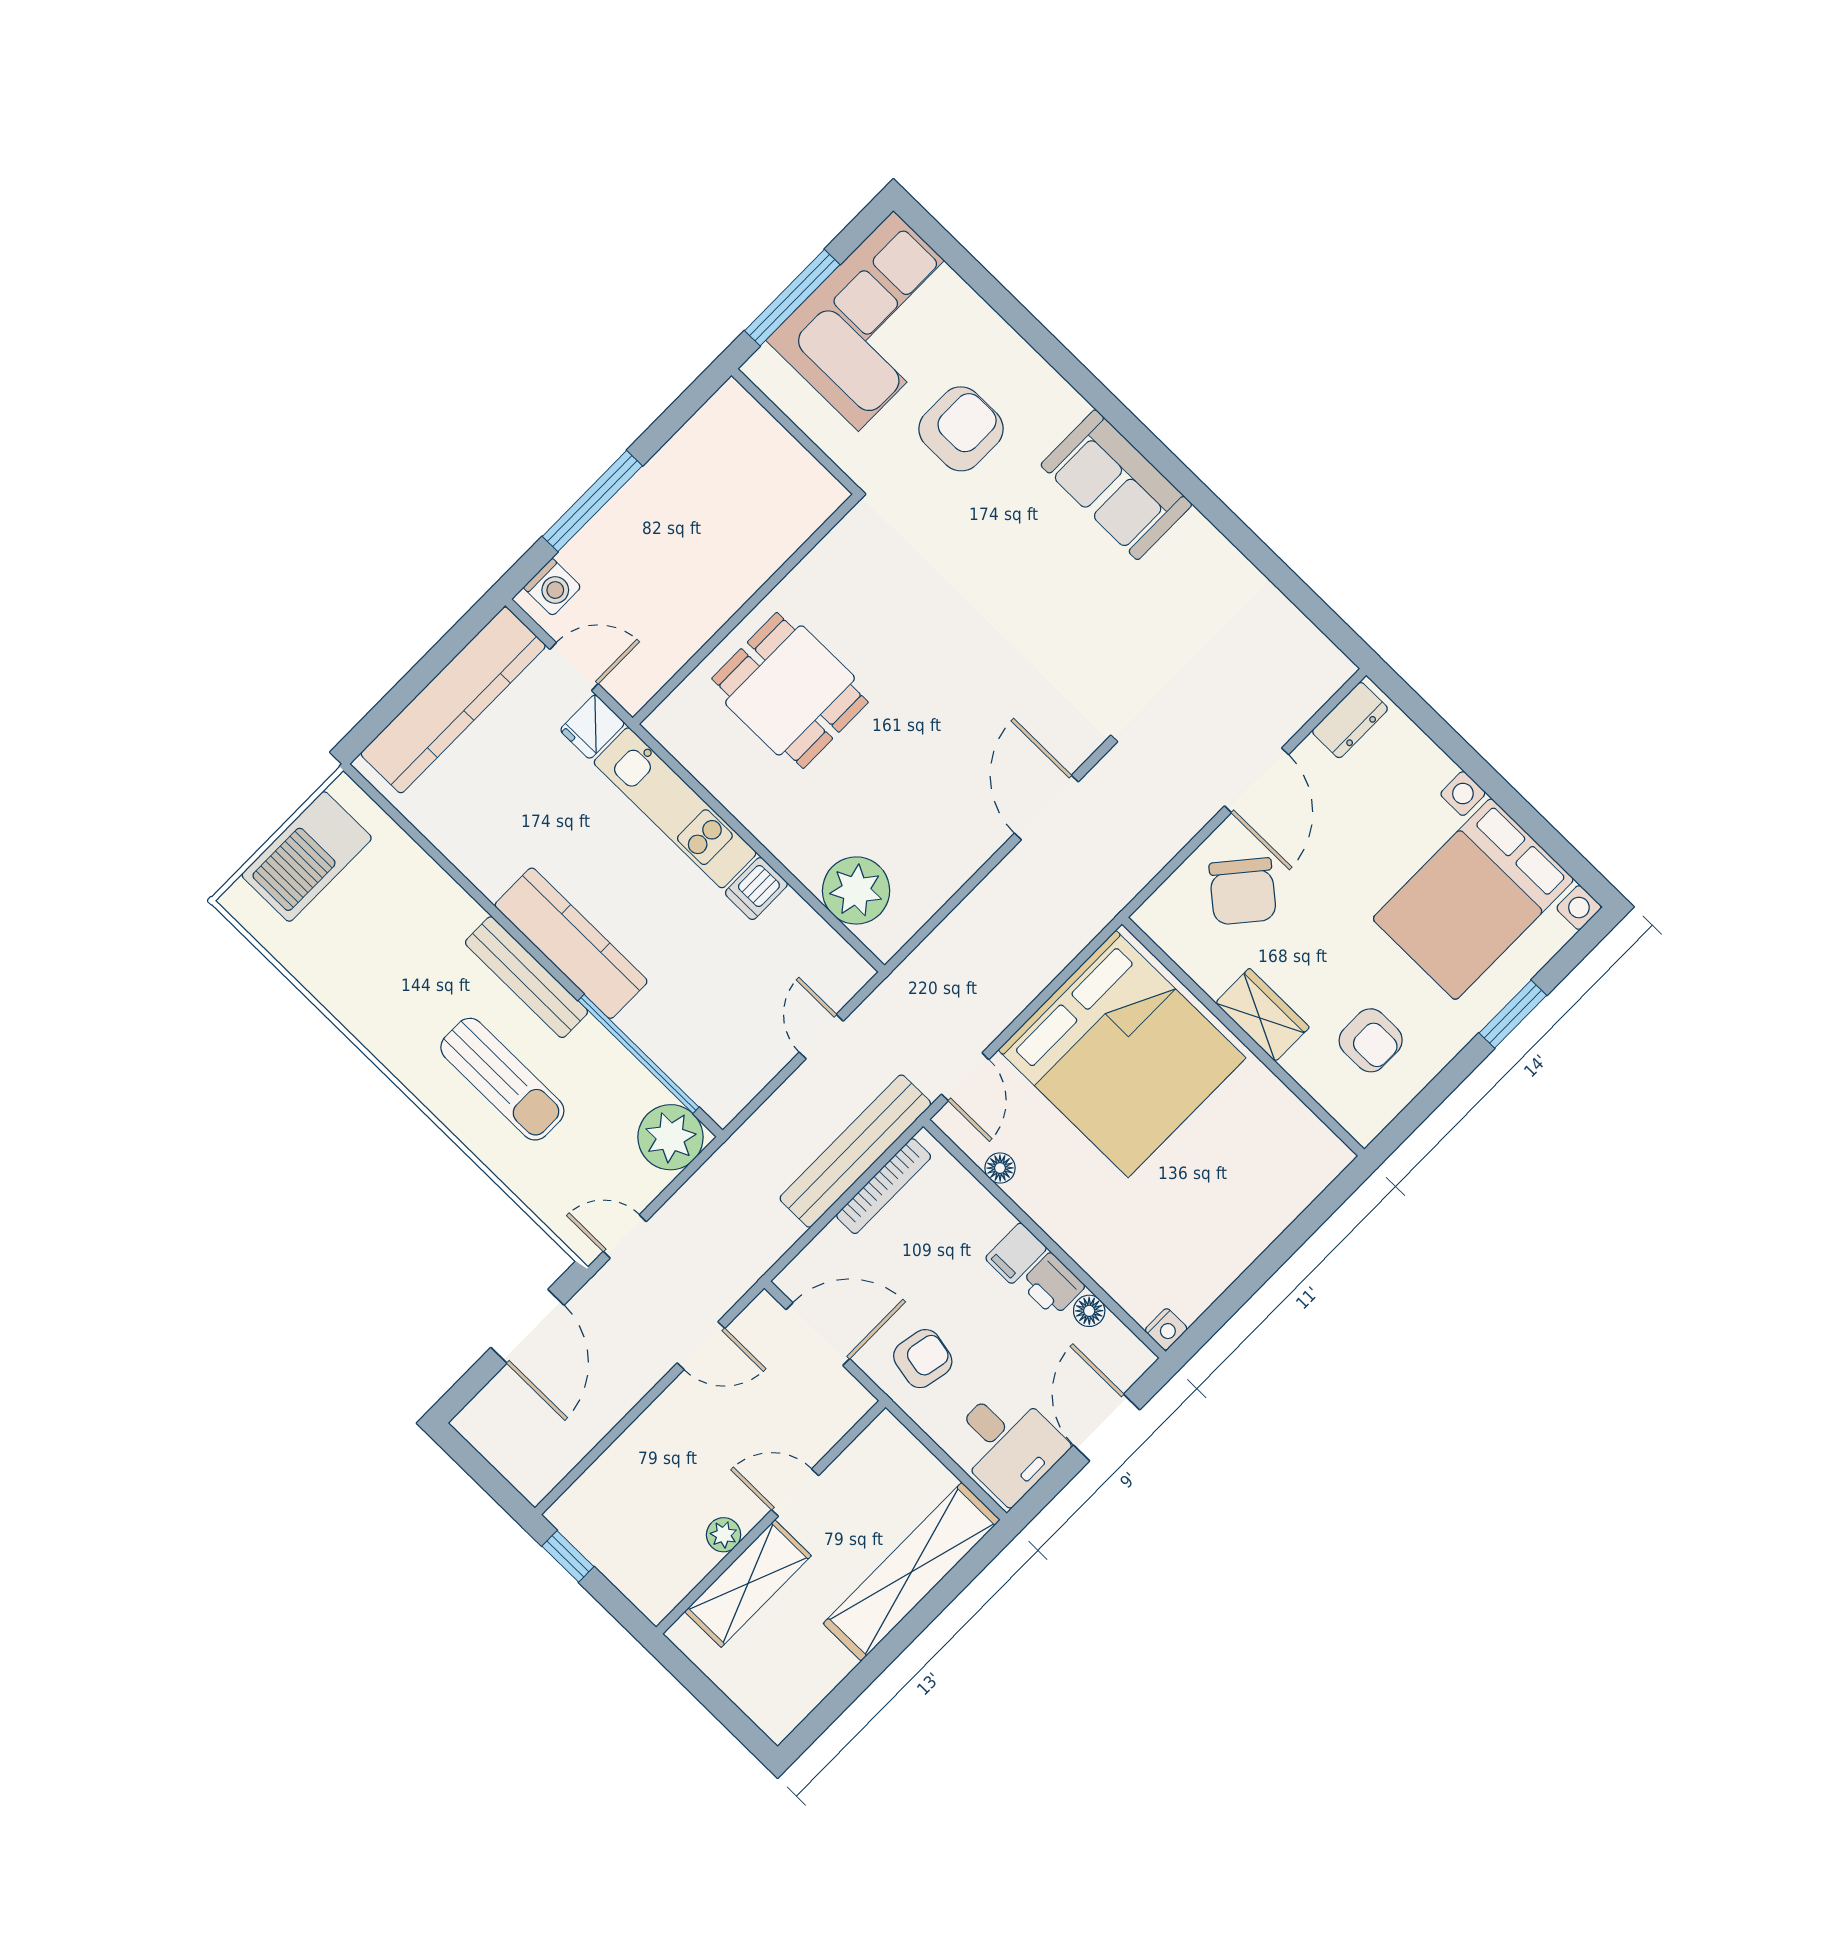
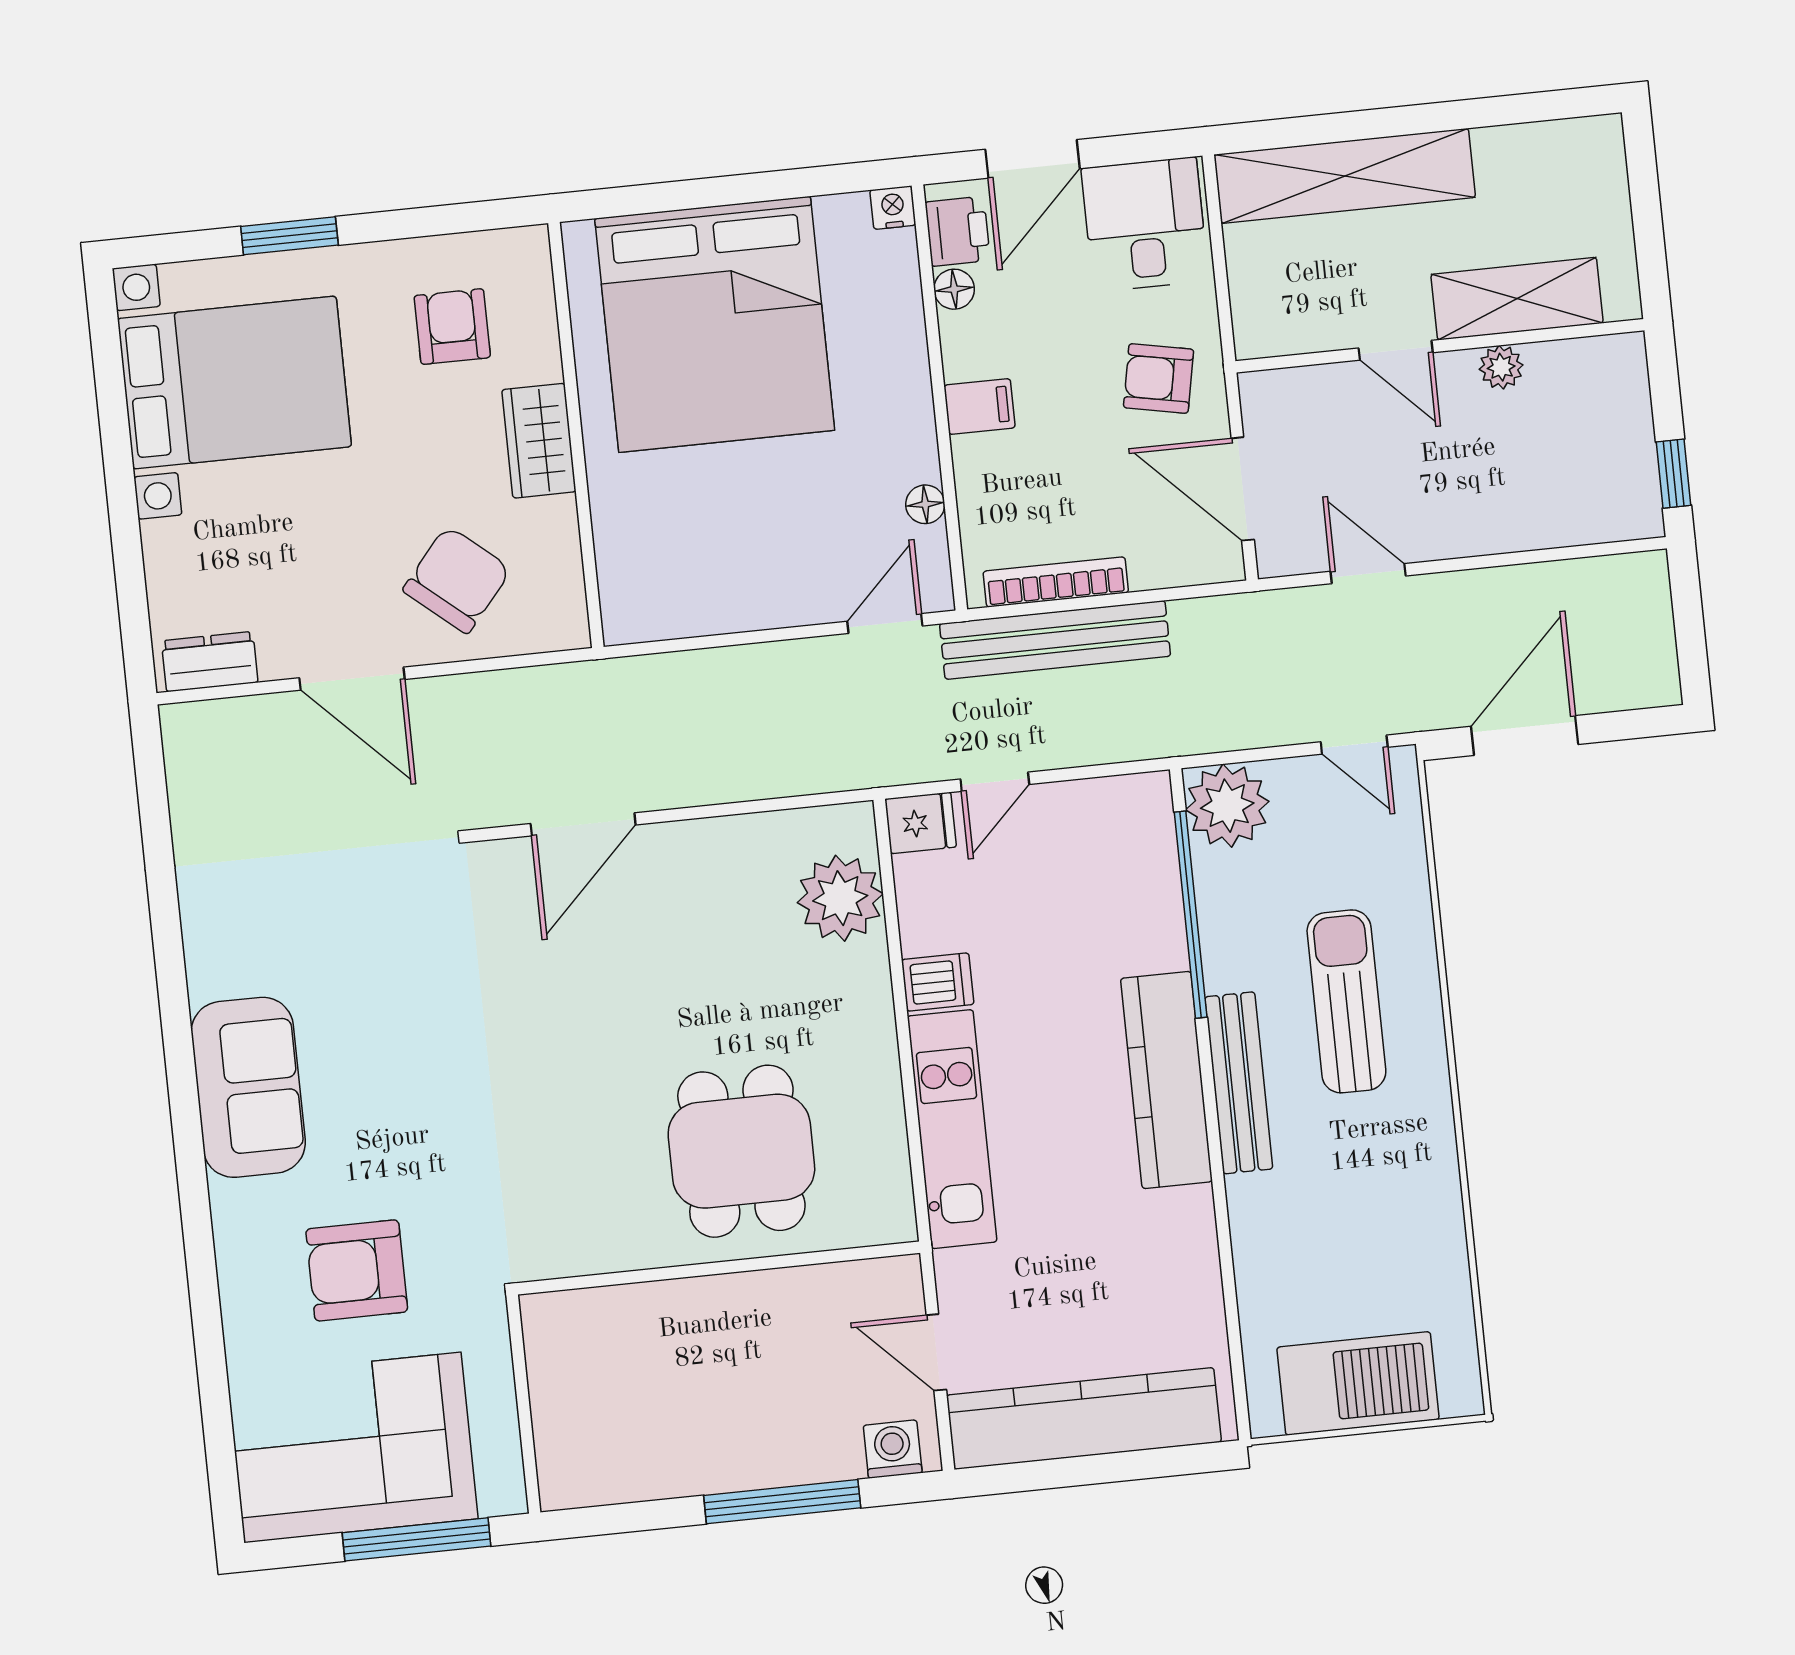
fridge: (592, 727) -> (921, 823), moved
door: (1256, 780) -> (352, 679), swing flipped
bed: (1122, 1054) -> (715, 324), moved, turned 180
printer: (1052, 1285) -> (958, 231), moved

